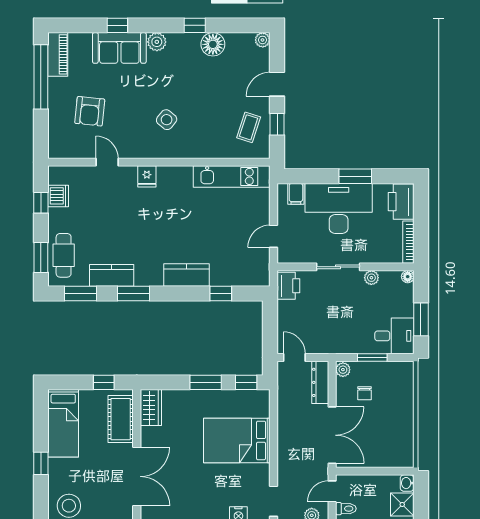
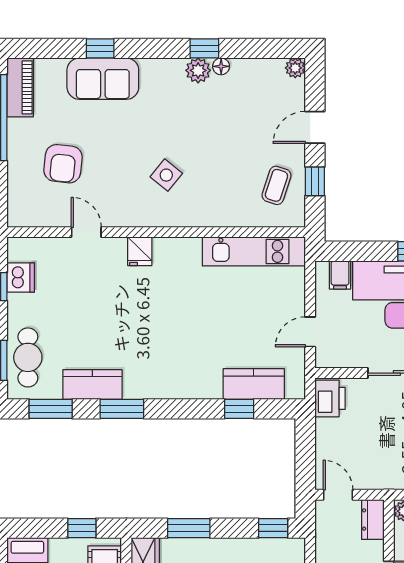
plant: (157, 42) -> (198, 70), moved
floor lamp: (213, 44) -> (221, 66), width x0.53, depth x0.53
kitchen counter: (187, 275) -> (254, 384), moved
window: (206, 382) -> (189, 528), moved
dresser: (320, 382) -> (373, 519), width x0.70

